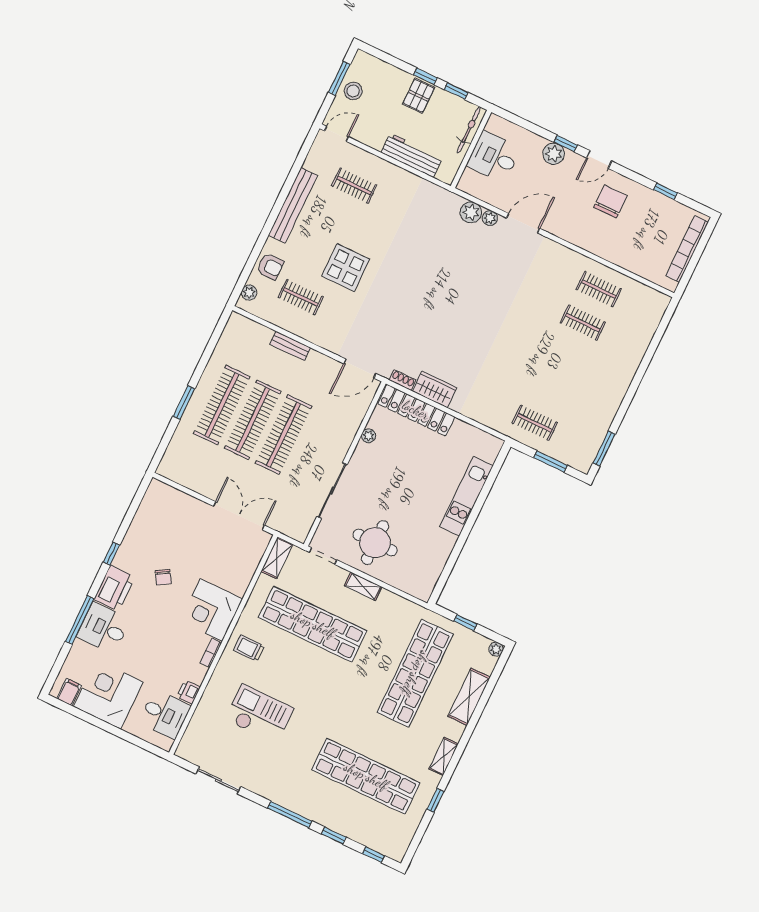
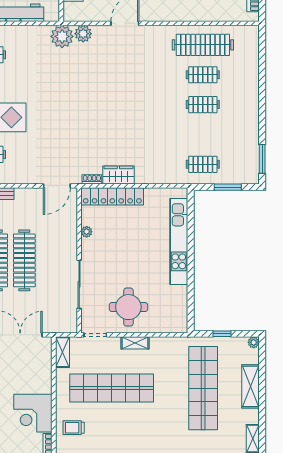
plant: (490, 218) -> (62, 36), moved, width x1.87, depth x1.87
clothes rail: (599, 289) -> (203, 45), width x1.86, depth x1.31
clothes rail: (567, 356) -> (203, 105), added
kitchen unit: (466, 496) -> (179, 242), width x1.36

